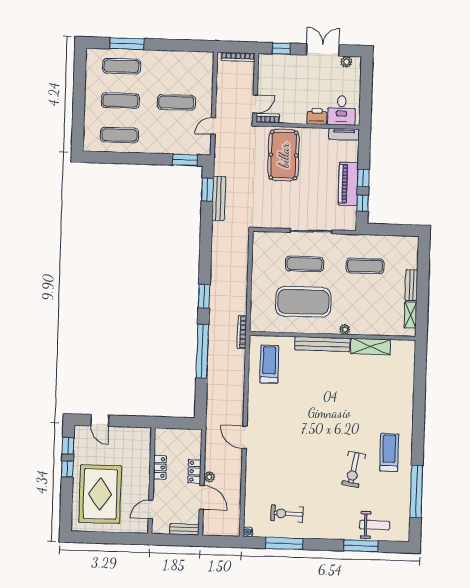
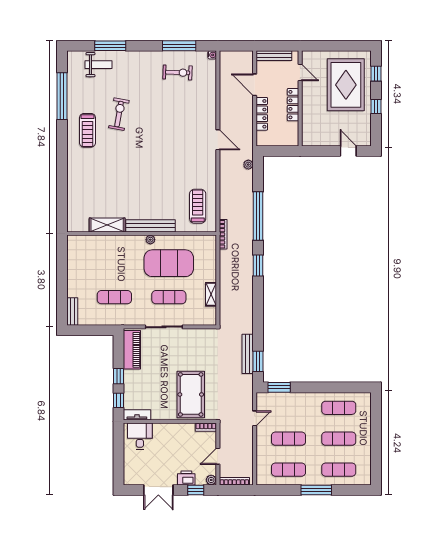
window: (127, 44) -> (316, 490), moved
plant: (346, 62) -> (211, 480), moved
exercise mat: (177, 68) -> (288, 470), added
door: (255, 104) -> (218, 456), moved
printer: (317, 116) -> (186, 478), moved, turned 180
piano: (348, 184) -> (132, 350), moved
window: (362, 203) -> (118, 400), moved
bench: (411, 285) -> (72, 311), moved
shelving: (410, 315) -> (211, 294), moved
plant: (345, 329) -> (150, 240), moved
treadmill: (269, 364) -> (198, 206), turned 180
window: (68, 446) -> (376, 74), moved
locker: (160, 467) -> (293, 105), width x1.53
locker: (194, 471) -> (262, 114), width x1.53
plant: (209, 477) -> (248, 165), moved
door: (151, 509) -> (300, 72), hinge flipped
weight bench: (375, 525) -> (99, 65), turned 180
bench: (184, 529) -> (274, 56), width x1.36

